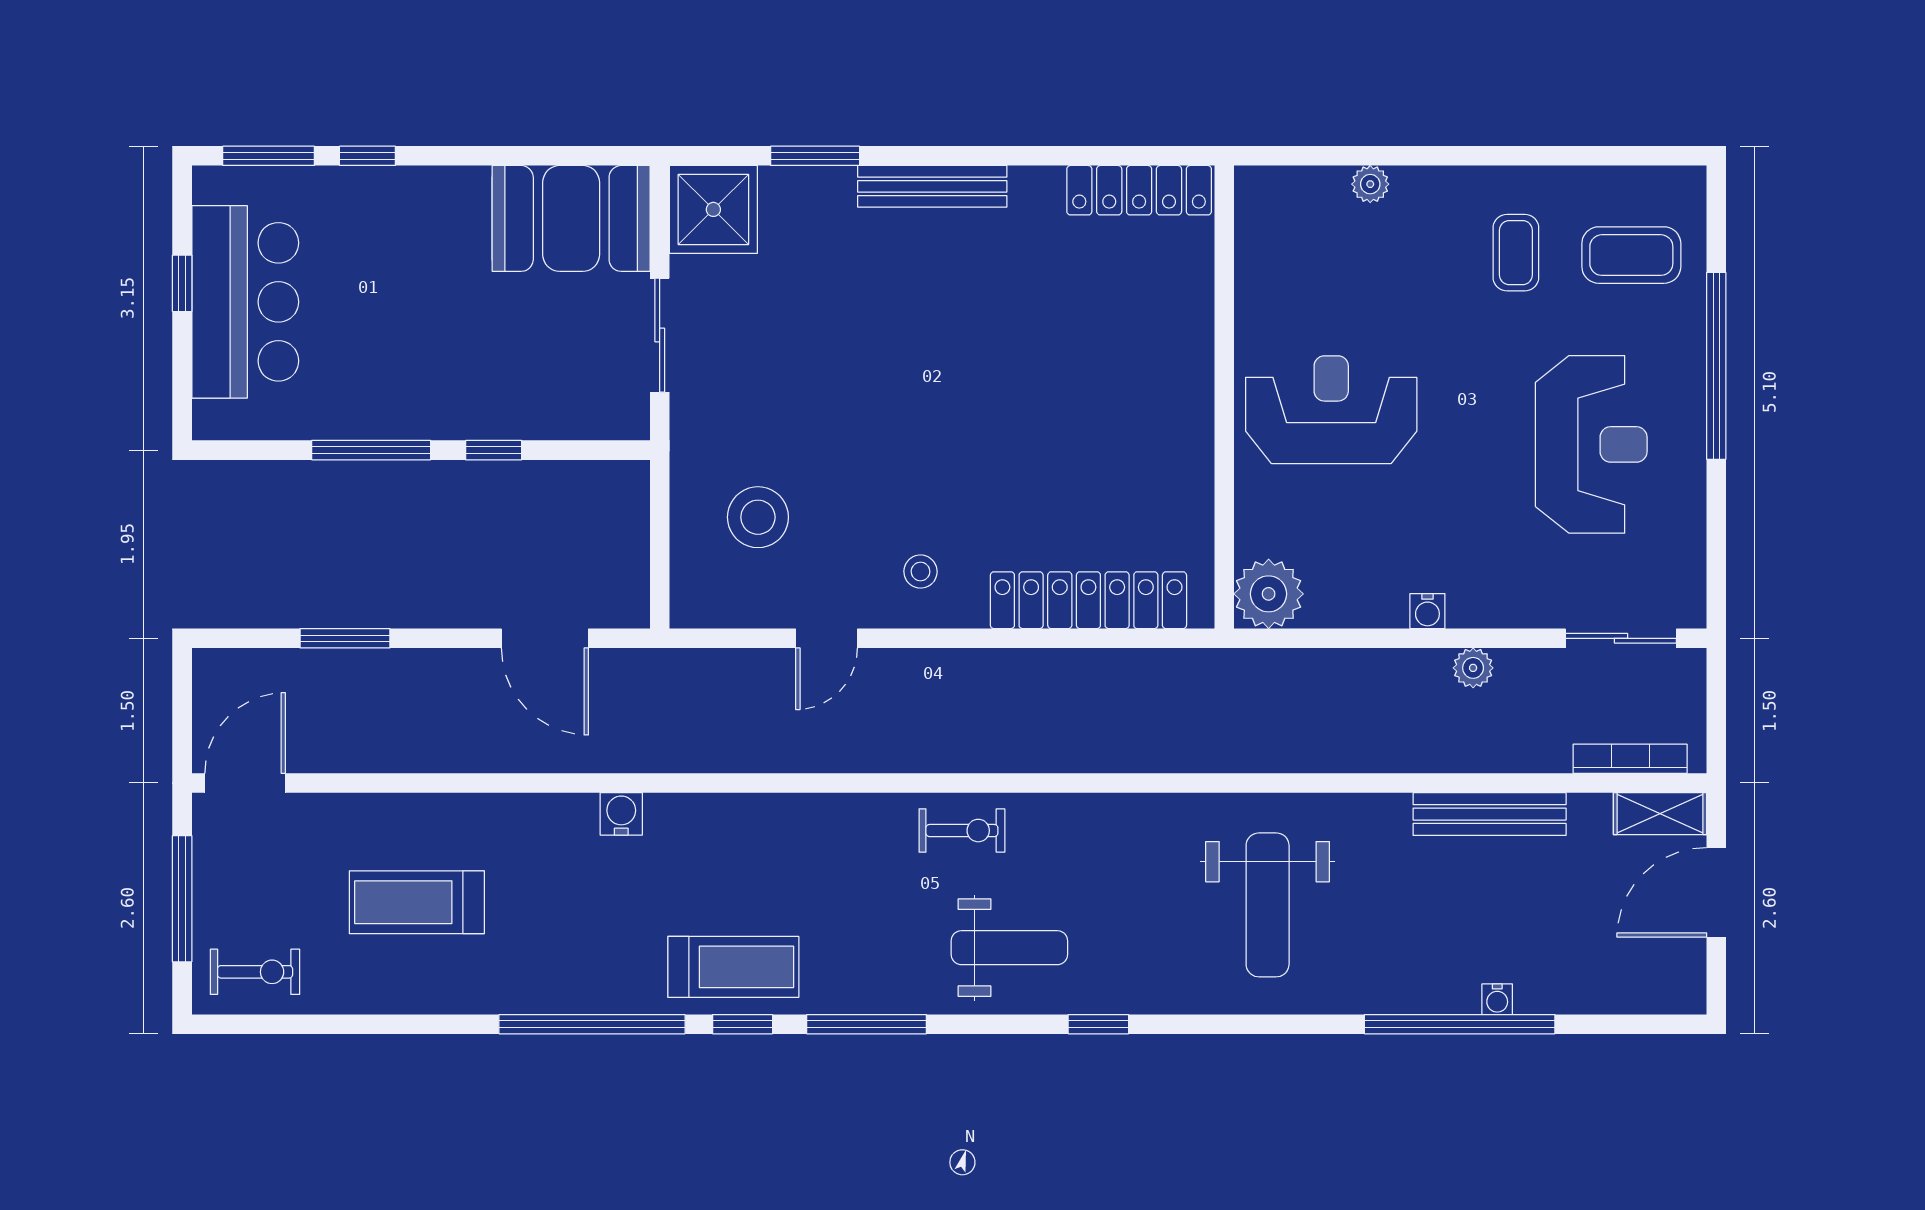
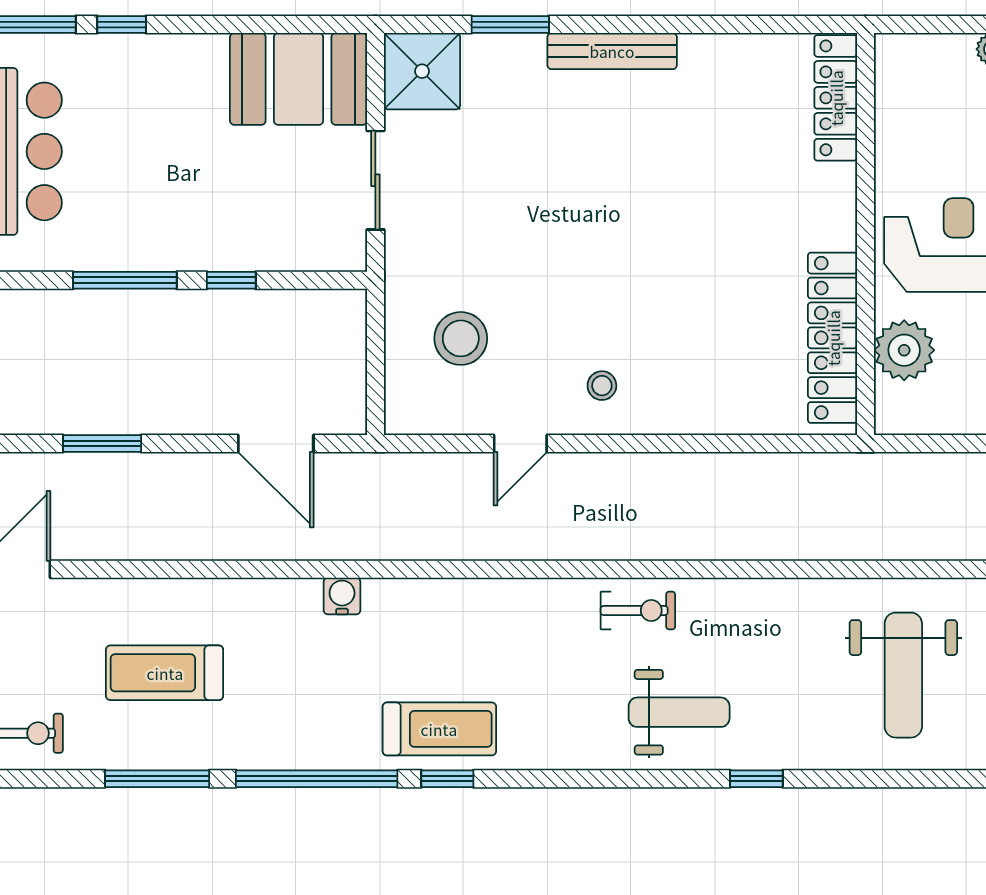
locker: (1139, 190) -> (836, 98), moved, turned 90
plant: (1269, 594) -> (904, 350), moved
locker: (1088, 600) -> (833, 338), moved, turned -90
window: (867, 1024) -> (157, 779), moved

